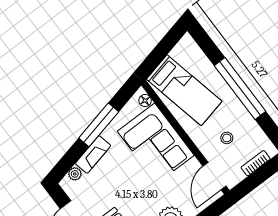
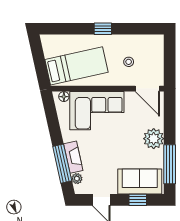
window: (240, 88) -> (103, 29), width x0.32
window: (99, 125) -> (62, 164), moved
bookcase: (256, 163) -> (159, 56), removed

